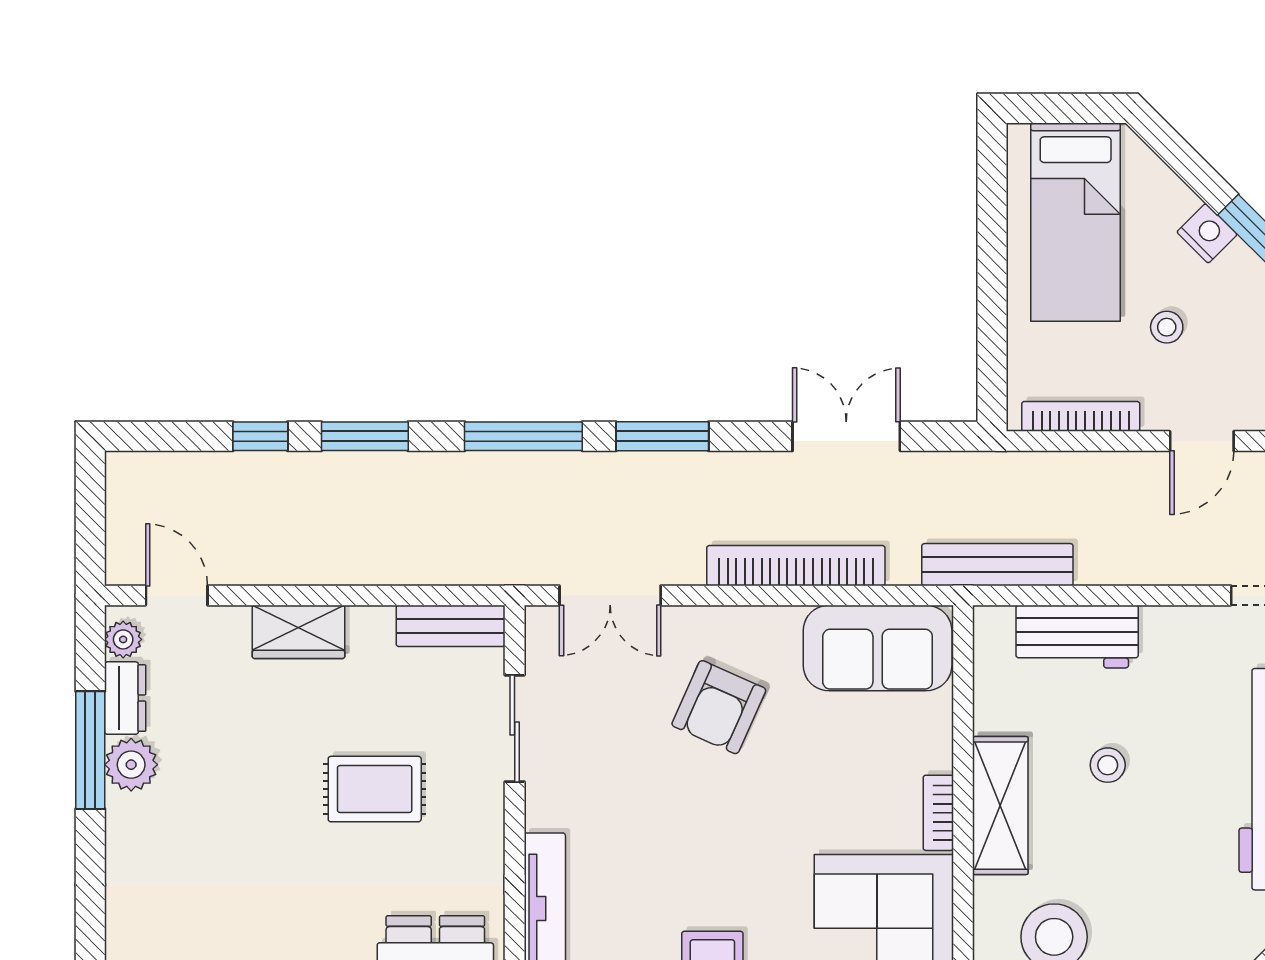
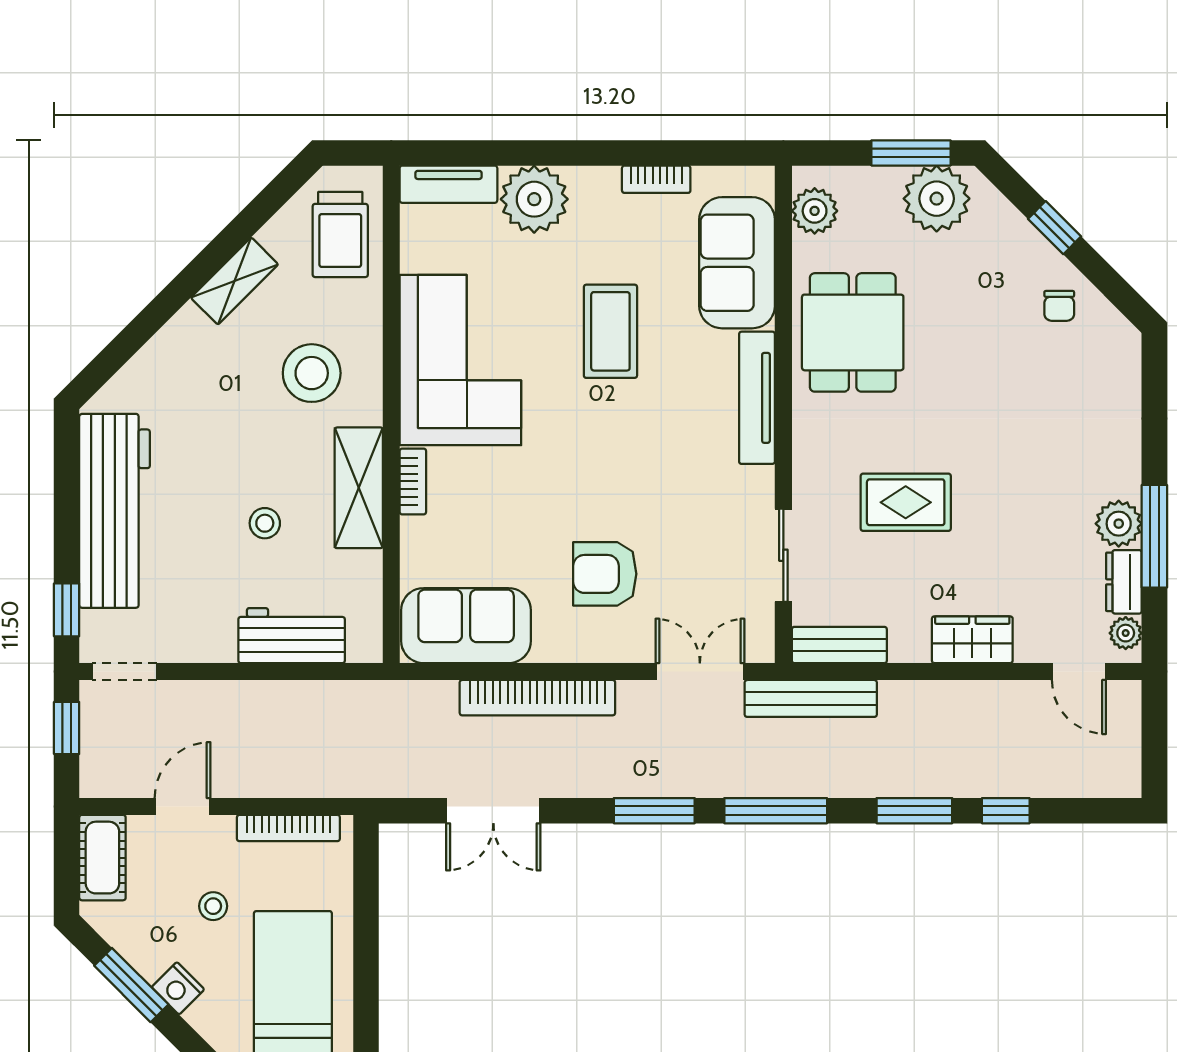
bench: (997, 565) -> (811, 698), moved
armchair: (719, 707) -> (605, 574), turned -114

